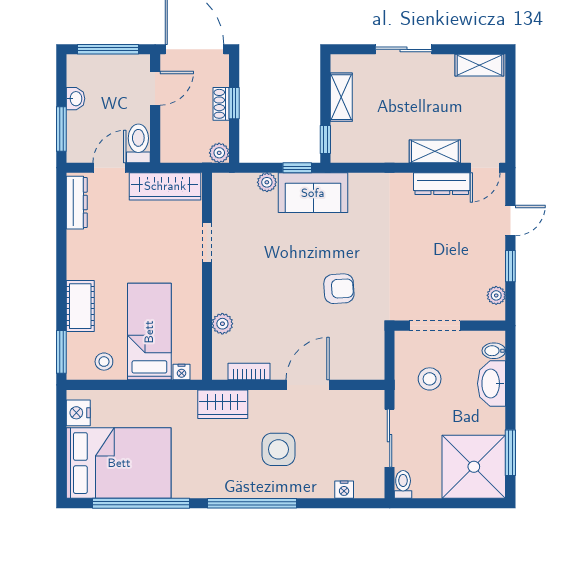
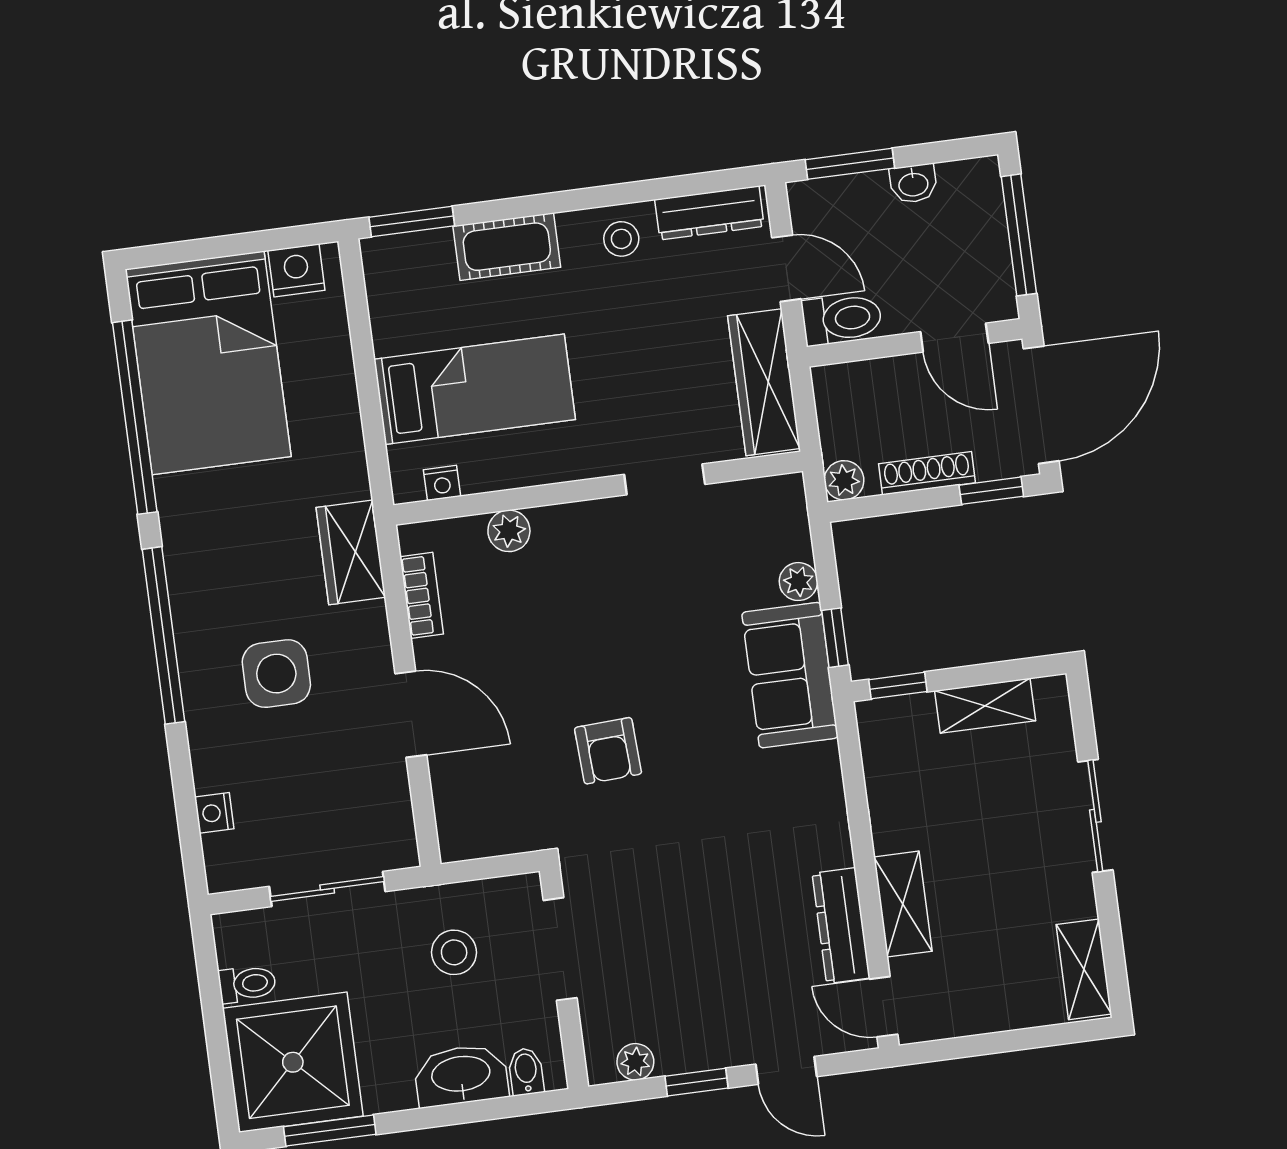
window: (234, 103) -> (991, 491), moved
shoe rack: (221, 104) -> (927, 473), width x1.43
stool: (104, 362) -> (621, 239), moved
nightstand: (182, 372) -> (442, 483), moved, turned -90
toilet: (403, 484) -> (247, 984), moved

